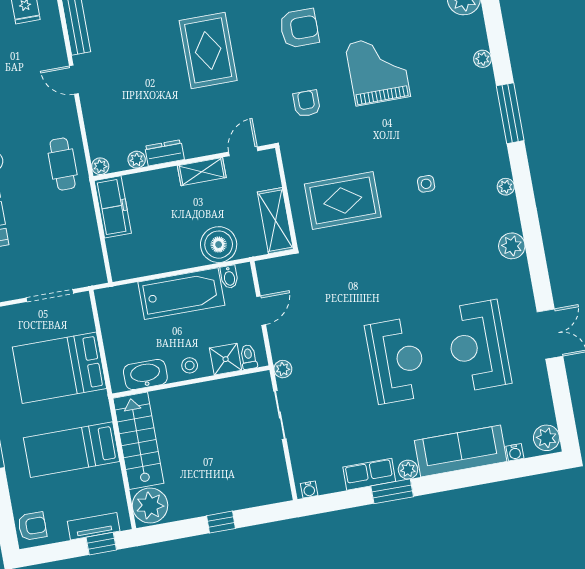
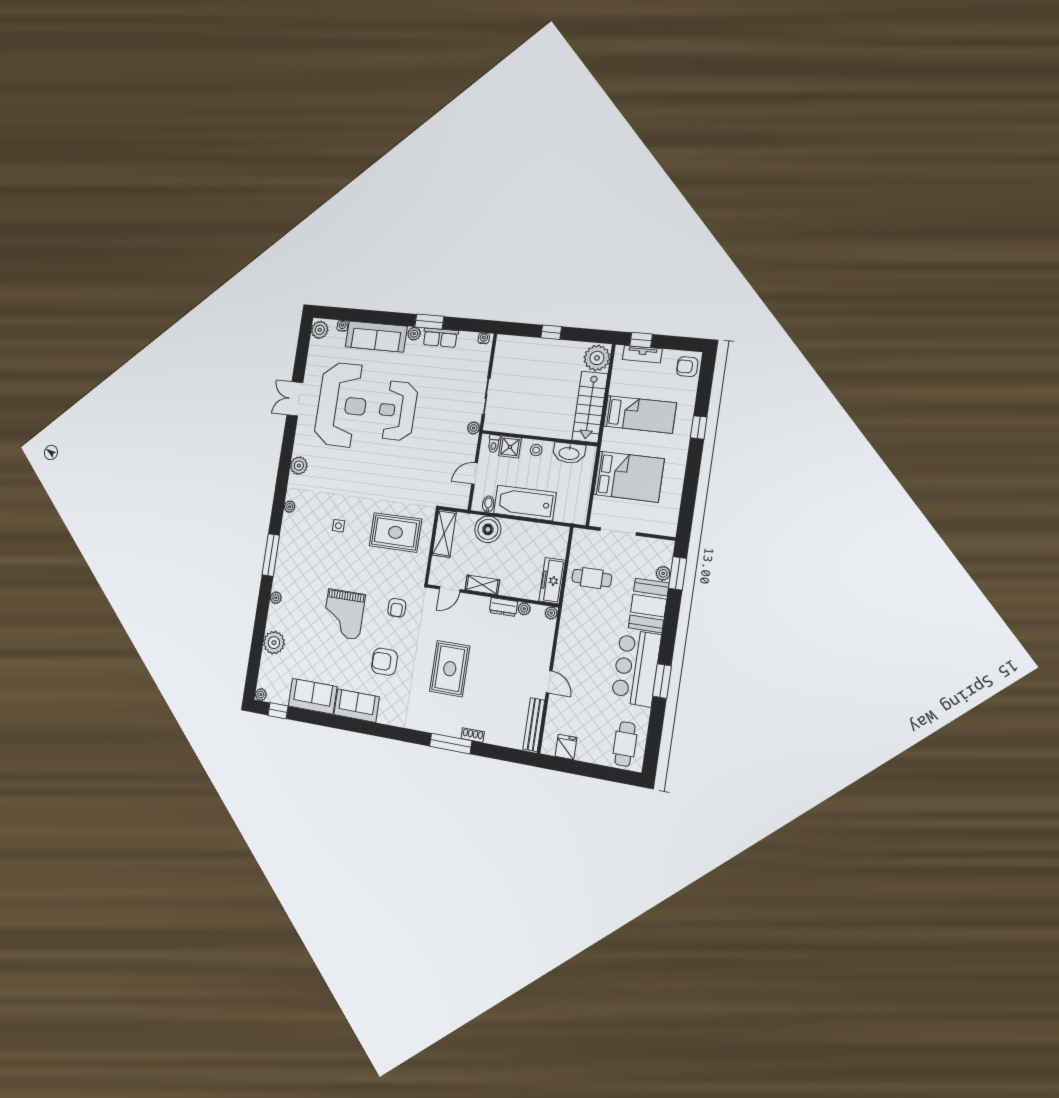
cafe table: (63, 164) -> (592, 578), moved, turned 90
reception desk: (478, 346) -> (342, 405), width x1.36, depth x1.30

